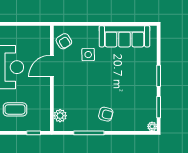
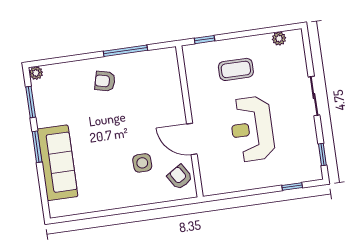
sofa: (124, 36) -> (58, 163), moved, turned 90
door: (52, 66) -> (192, 139), swing flipped
plant: (60, 116) -> (170, 70), removed

